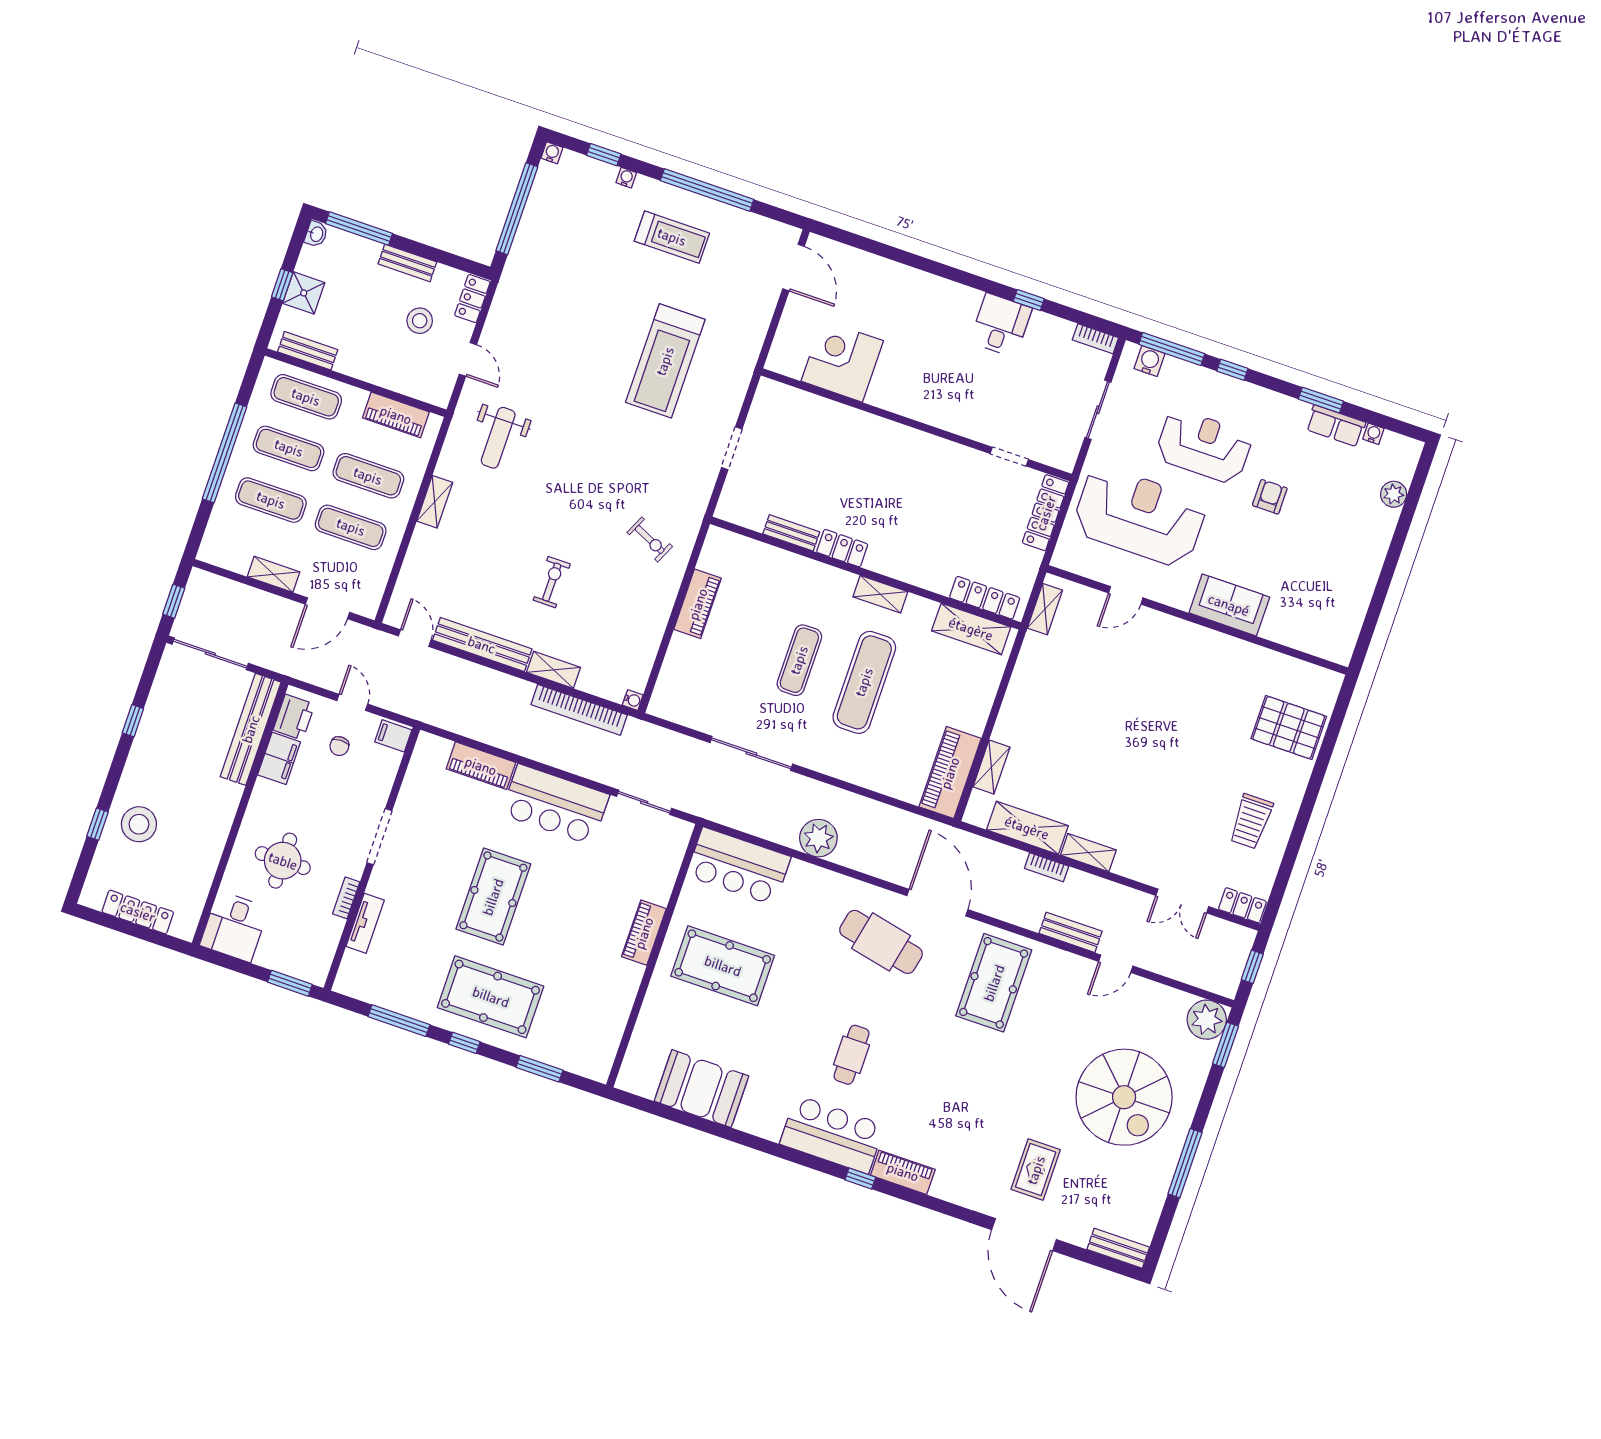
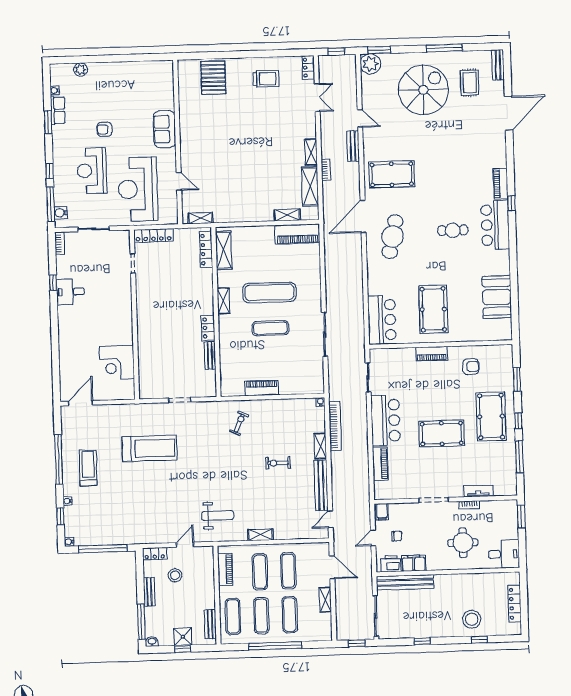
plant: (818, 838) -> (353, 286), removed
armchair: (594, 994) -> (471, 367), added
rug: (1036, 1170) -> (470, 83), moved, turned 90

